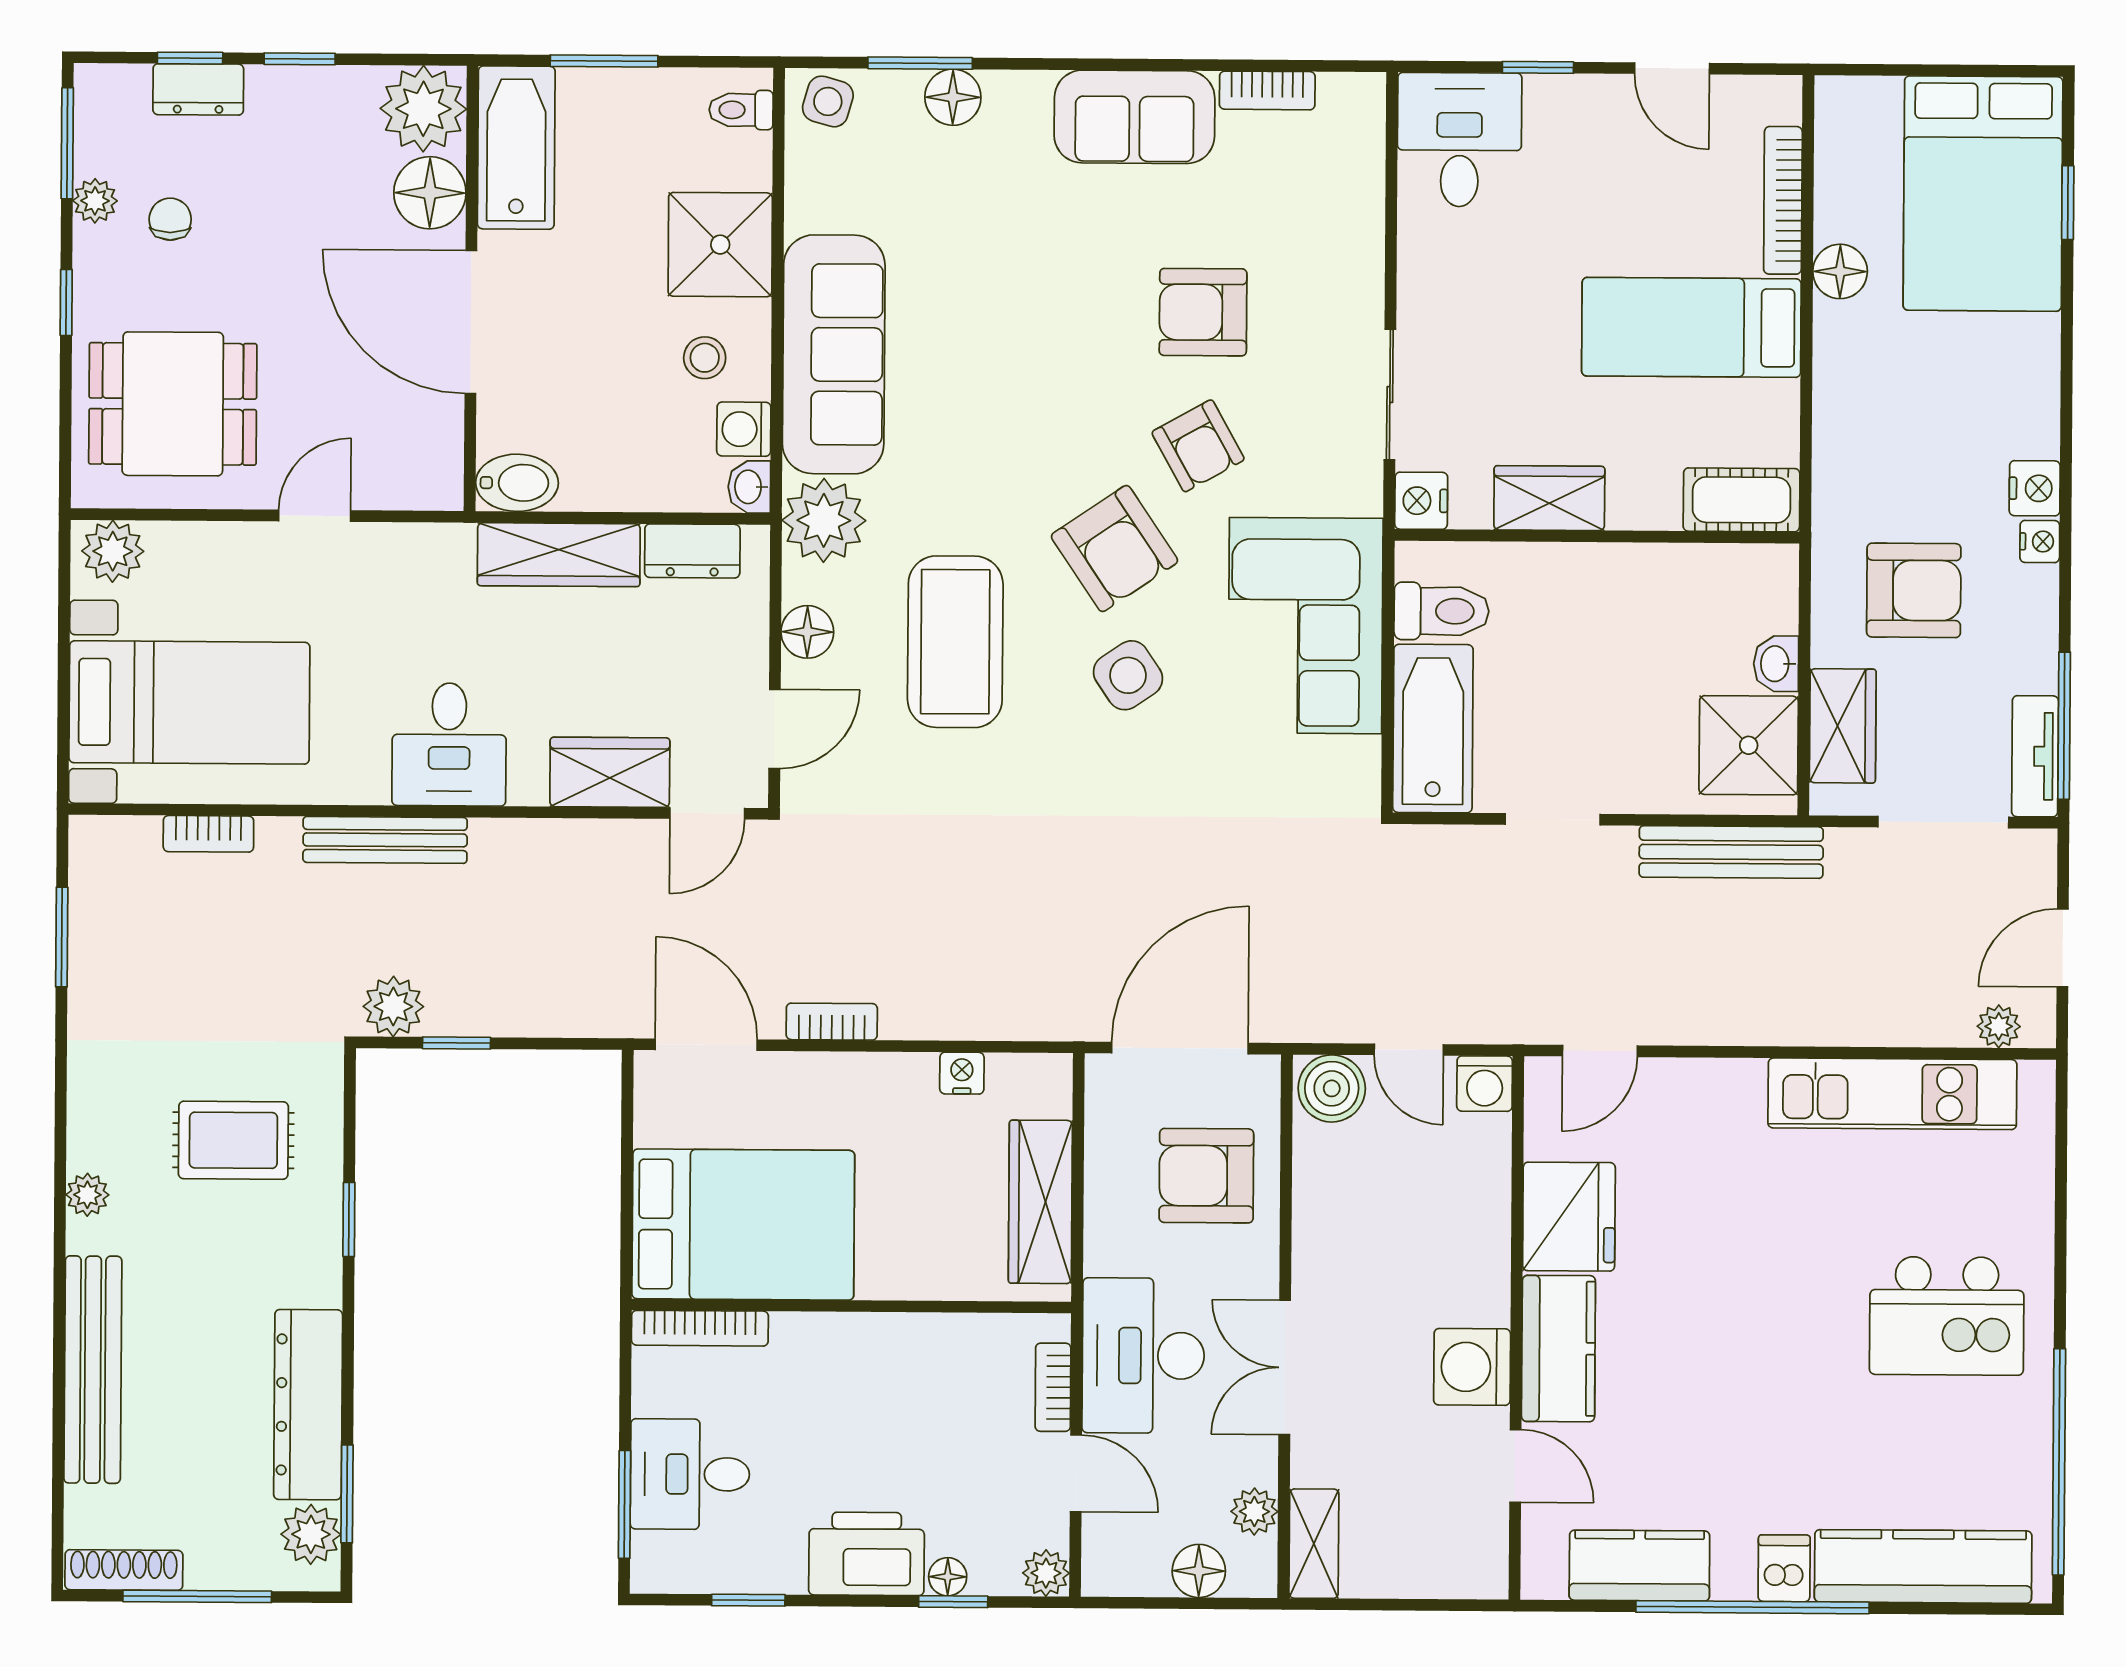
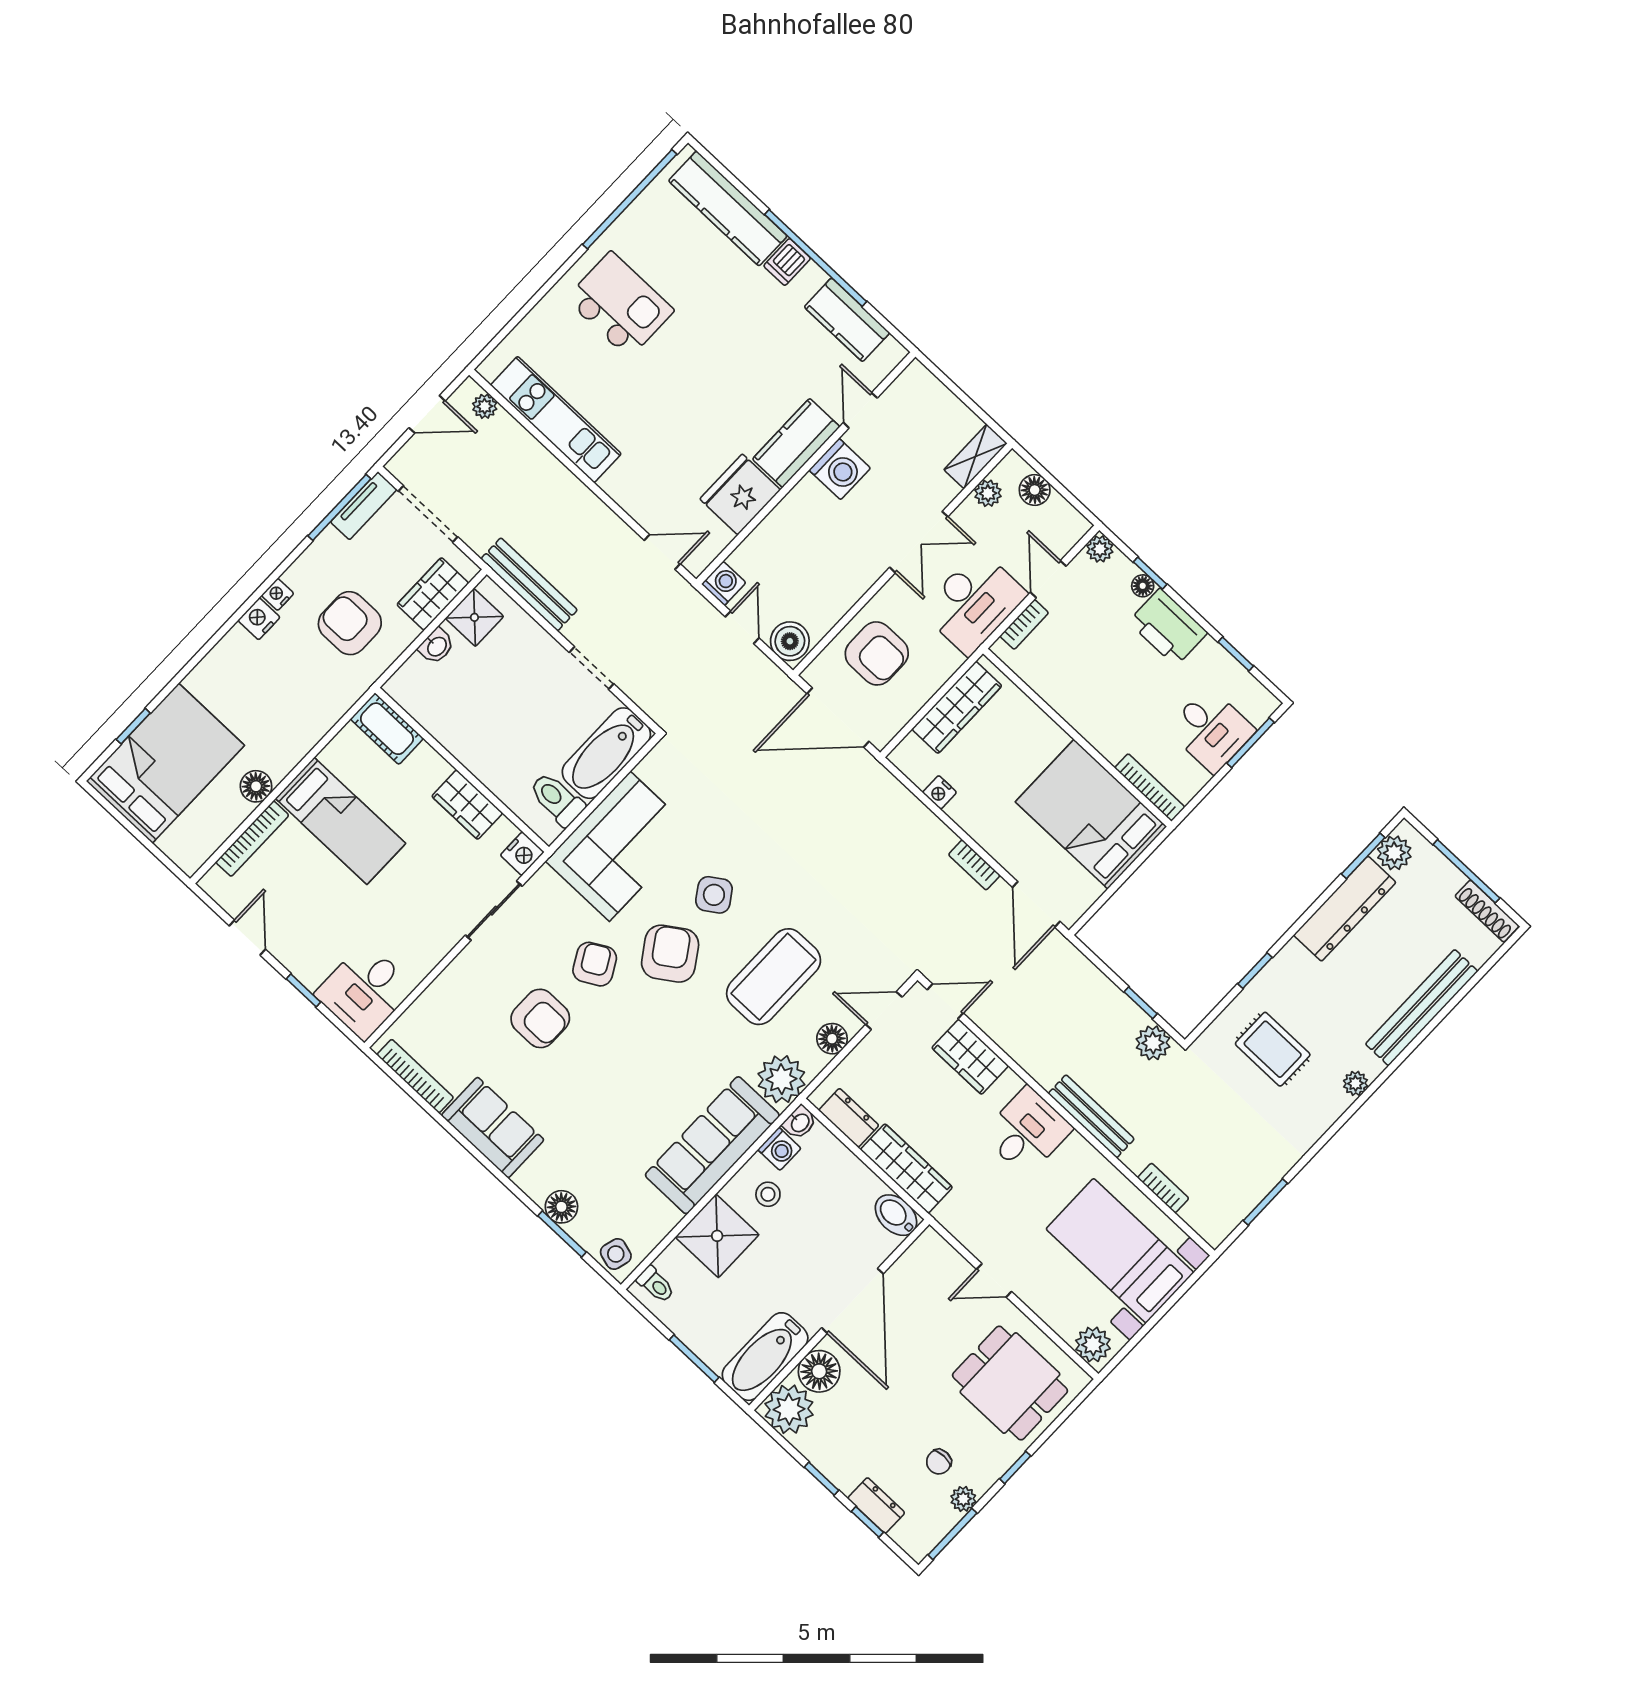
bookcase: (1267, 90) -> (415, 1076), width x1.56
shower: (1749, 745) -> (474, 617), width x0.73, depth x0.73

